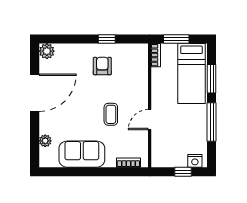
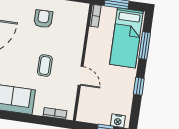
door: (150, 120) -> (81, 76), swing flipped
window: (212, 122) -> (139, 86), width x0.46

